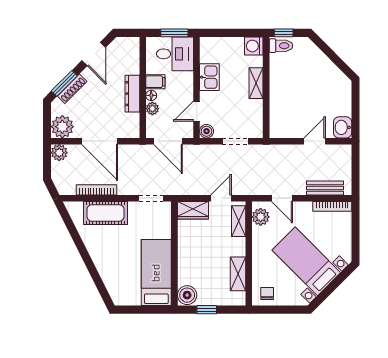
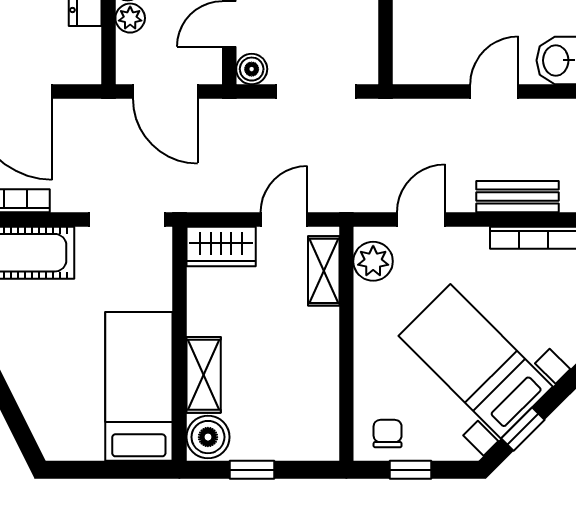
doorway: (235, 141) -> (316, 92), width x1.38
doorway: (151, 198) -> (127, 219), width x1.38
door: (282, 198) -> (421, 219), swing flipped
shelving: (238, 274) -> (204, 375), moved
window: (327, 292) -> (523, 429), added
window: (277, 310) -> (411, 470), added

